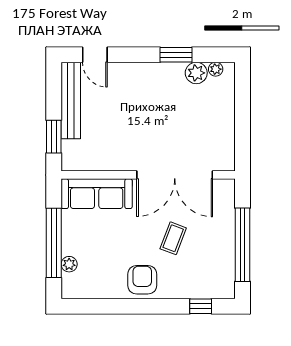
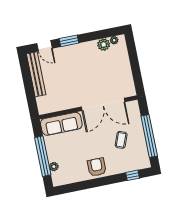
window: (176, 55) -> (69, 41), moved
window: (54, 137) -> (31, 97), removed
coffee table: (173, 238) -> (121, 140), moved

